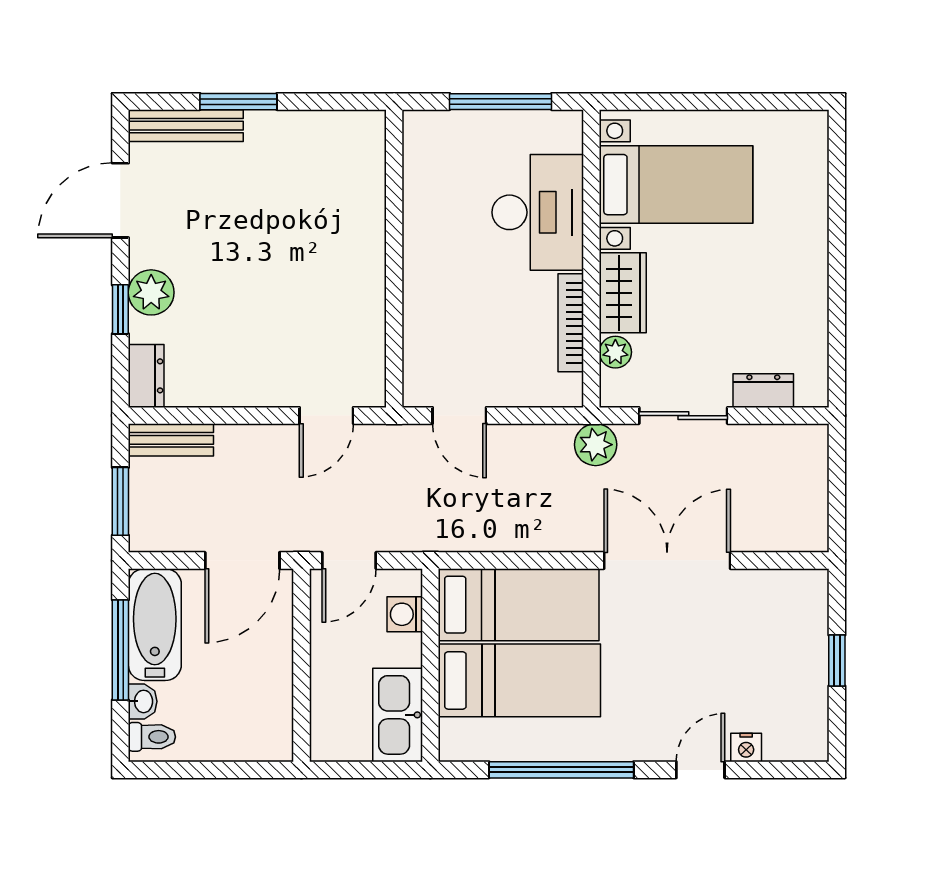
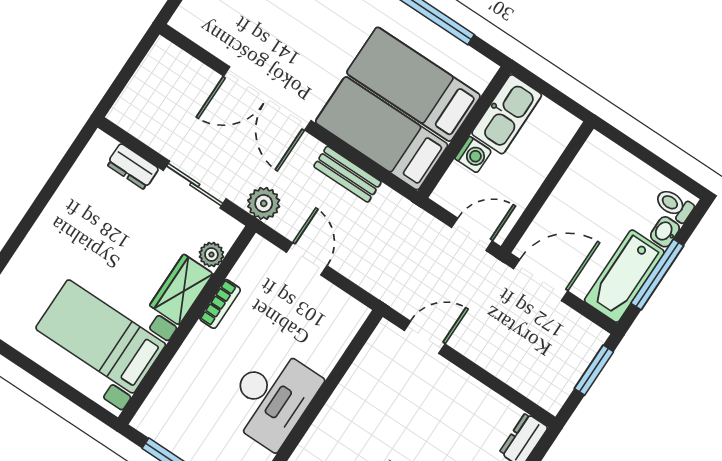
desk: (538, 212) -> (272, 398), moved, turned 180
bookcase: (571, 323) -> (220, 304), width x0.64
door: (459, 416) -> (307, 259), moved
bench: (171, 440) -> (348, 174), moved
washing machine: (405, 614) -> (473, 155), moved

